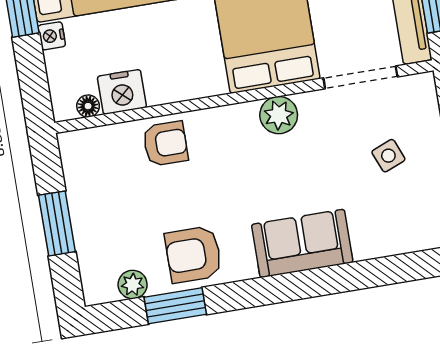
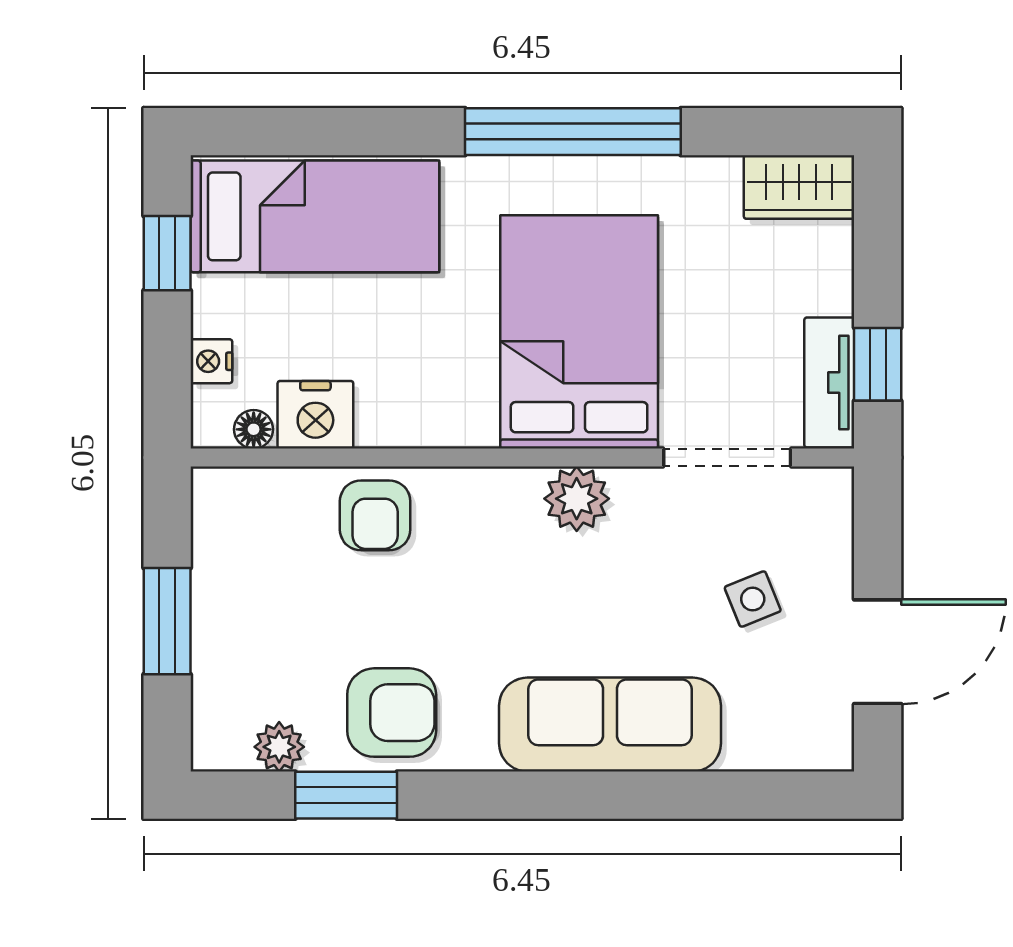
nightstand: (52, 36) -> (211, 361), moved
armchair: (165, 144) -> (375, 515), turned 90
sofa: (302, 243) -> (610, 725), width x1.36
armchair: (193, 254) -> (392, 713), turned 180

